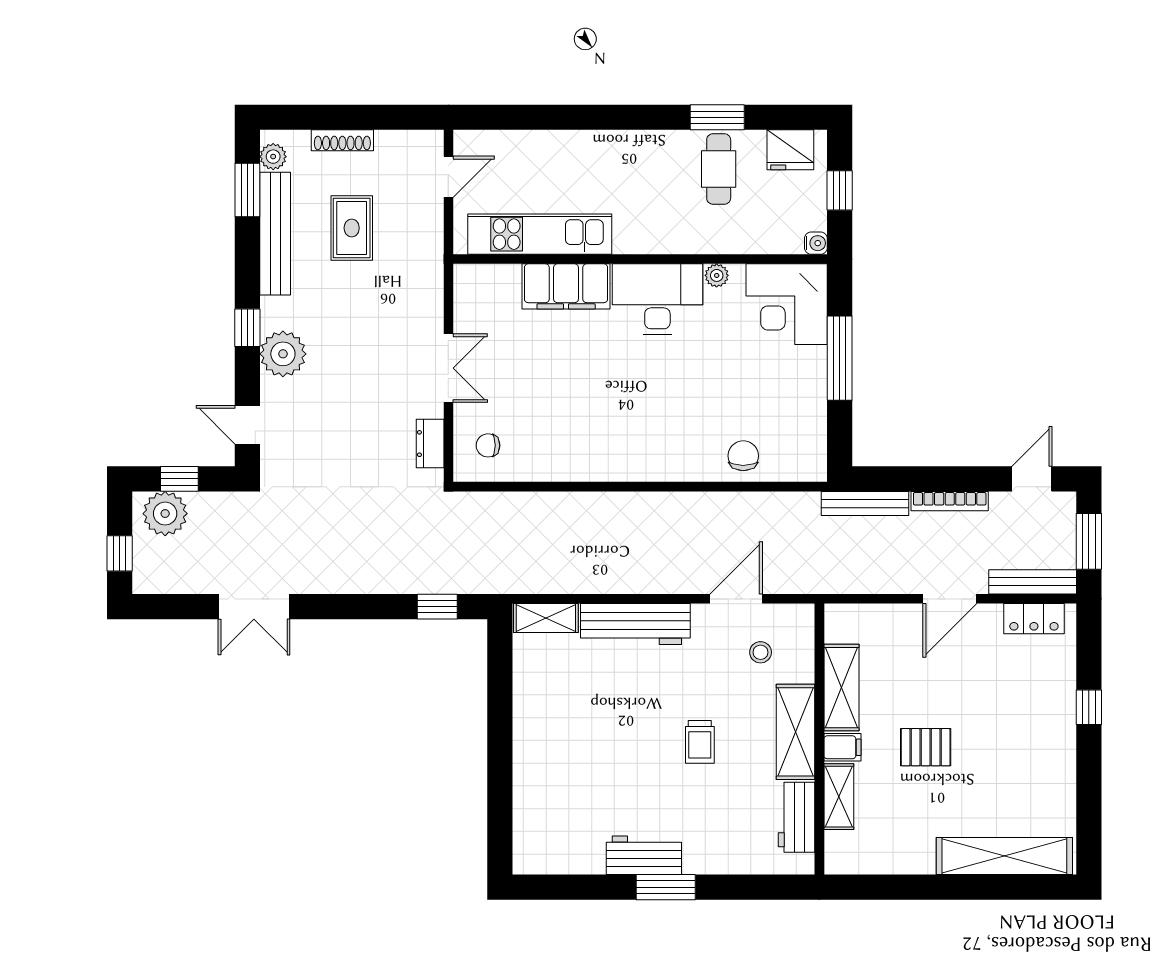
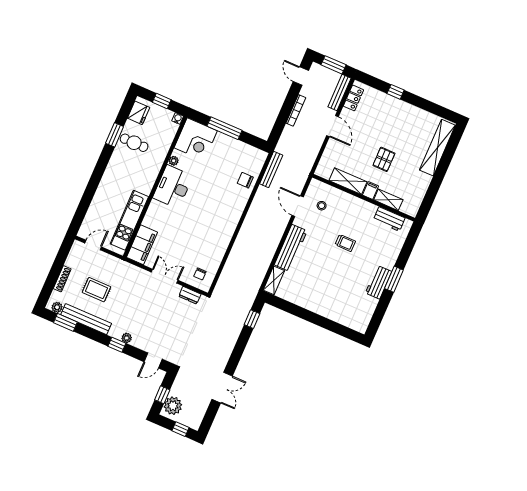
door: (448, 177) -> (93, 245), hinge flipped
filing cabinet: (566, 286) -> (142, 245), moved
plant: (283, 354) -> (127, 338), width x0.53, depth x0.53
bench: (865, 503) -> (271, 169), moved
shelving: (796, 732) -> (357, 205), removed

